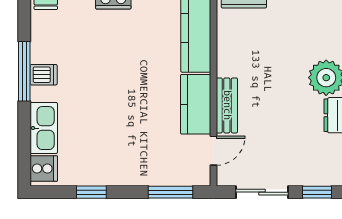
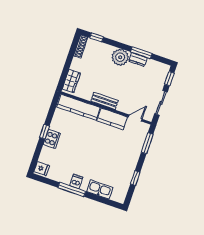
bench: (227, 105) -> (104, 101), moved
door: (213, 151) -> (135, 118), hinge flipped
cooker: (44, 169) -> (118, 196), removed

